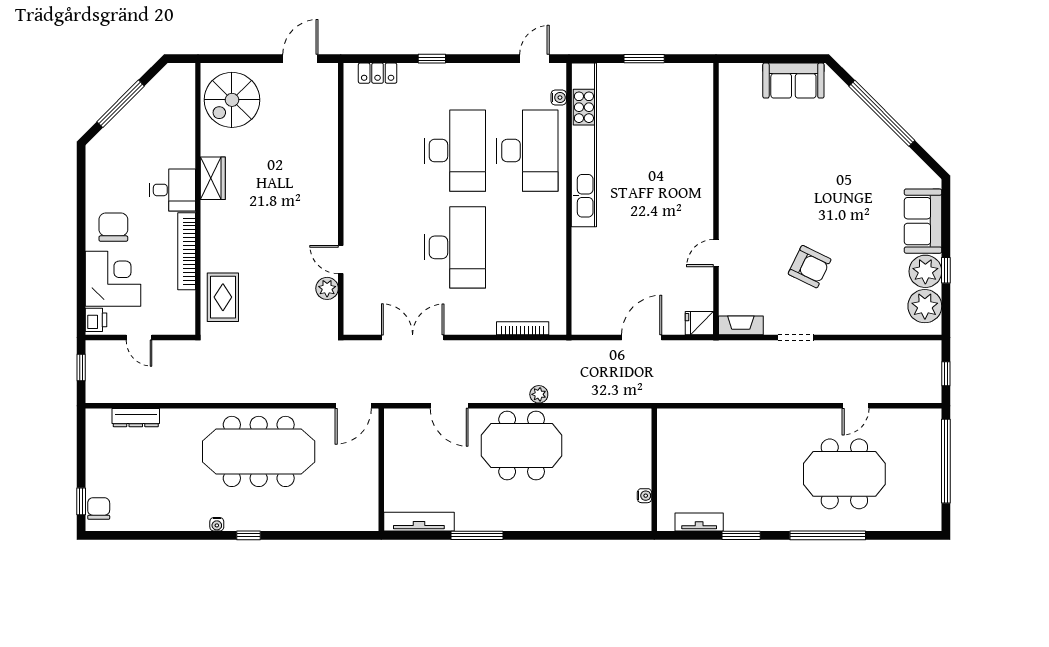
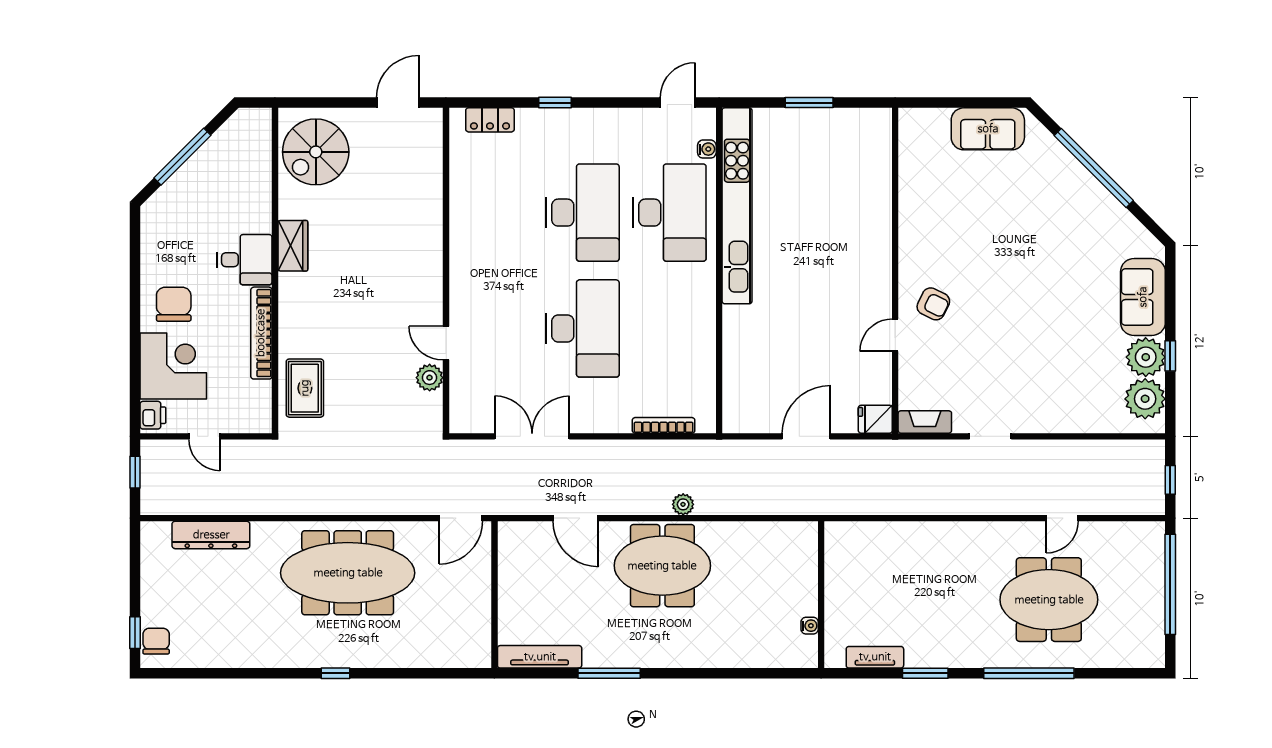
armchair: (810, 267) -> (933, 304), moved, width x0.72, depth x0.72
dresser: (136, 418) -> (211, 535), width x1.37, depth x1.24
water cooler: (217, 524) -> (298, 660), removed

